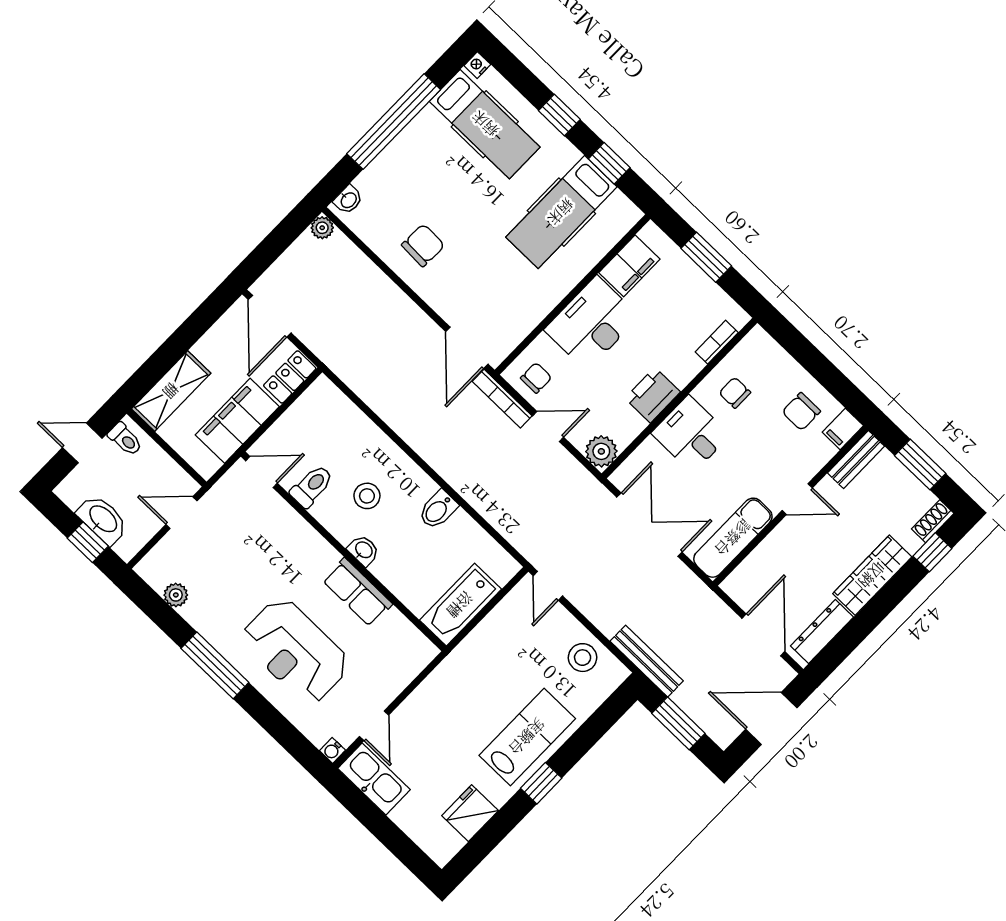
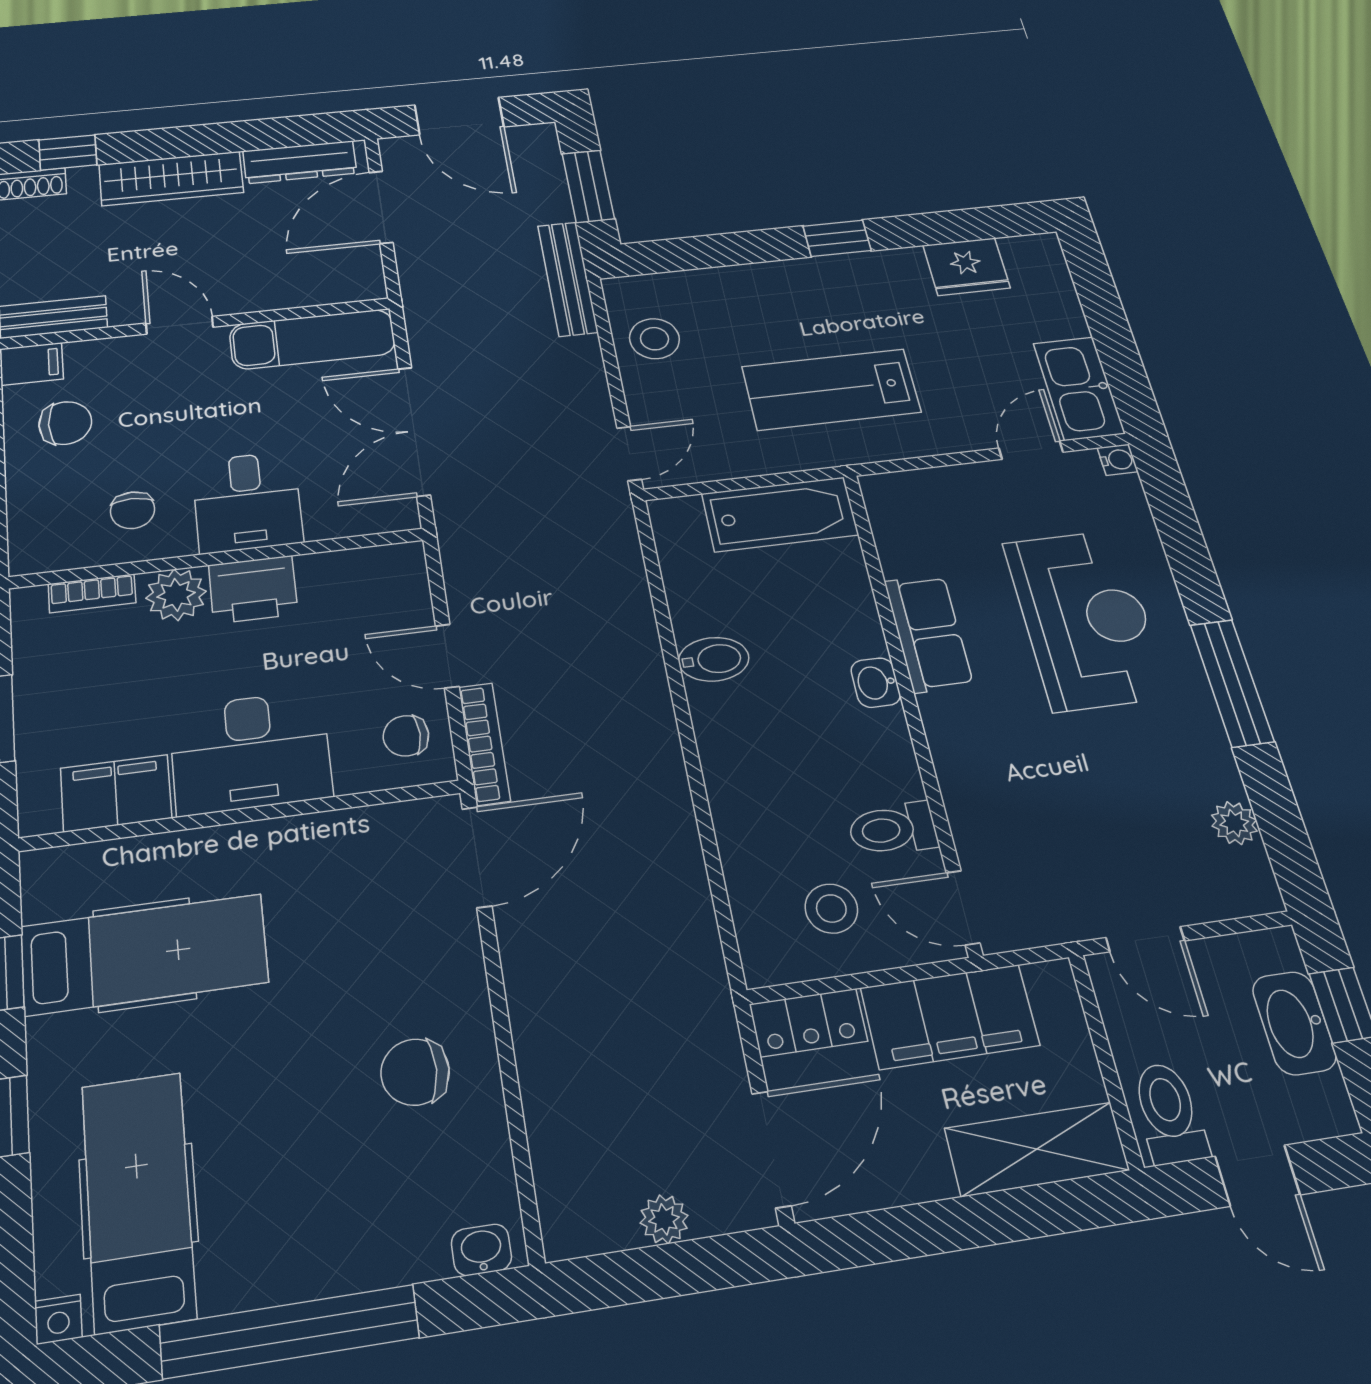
plant: (322, 228) -> (664, 1219), moved
toilet: (125, 439) -> (1169, 1113), width x1.37, depth x1.39
plant: (601, 451) -> (176, 595), moved
stool: (367, 496) -> (831, 909), moved
lab bench: (527, 737) -> (831, 389), moved

